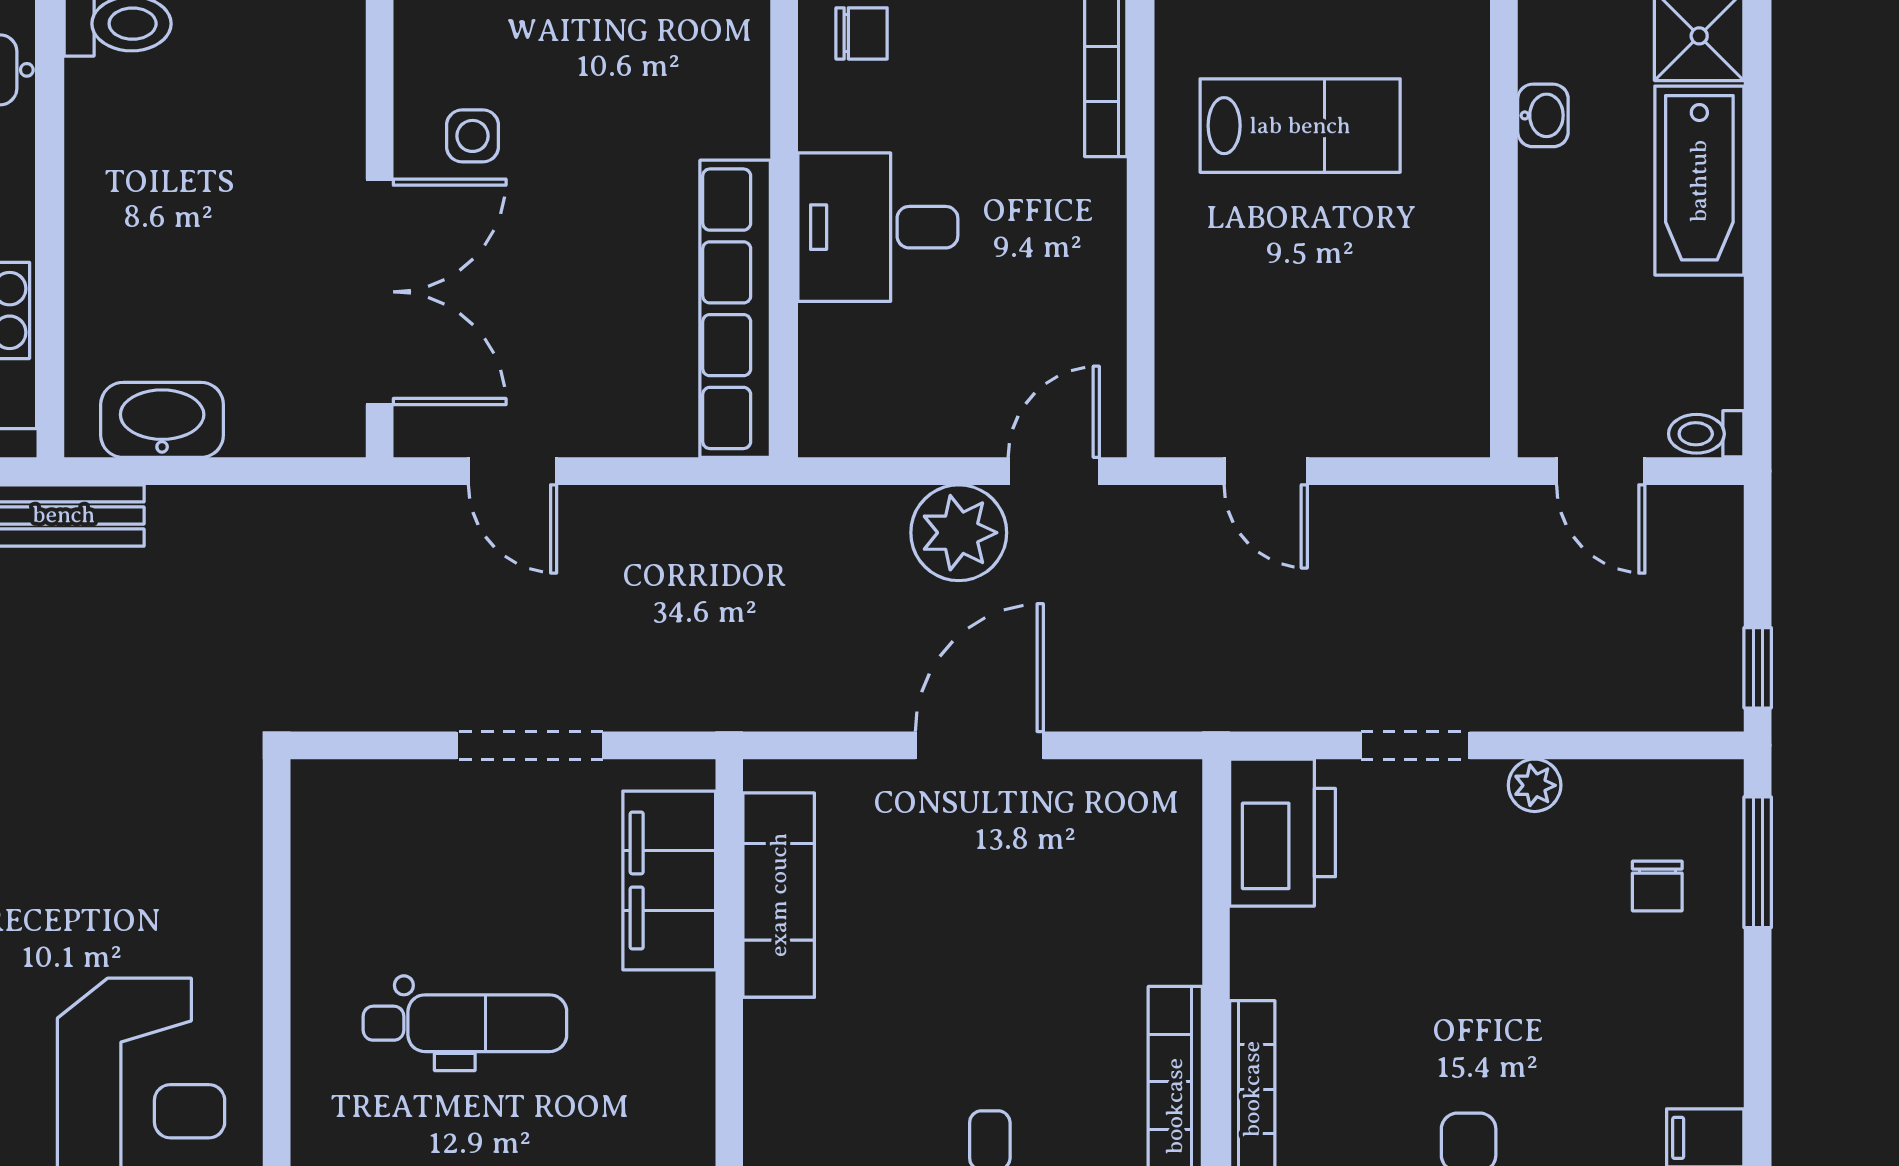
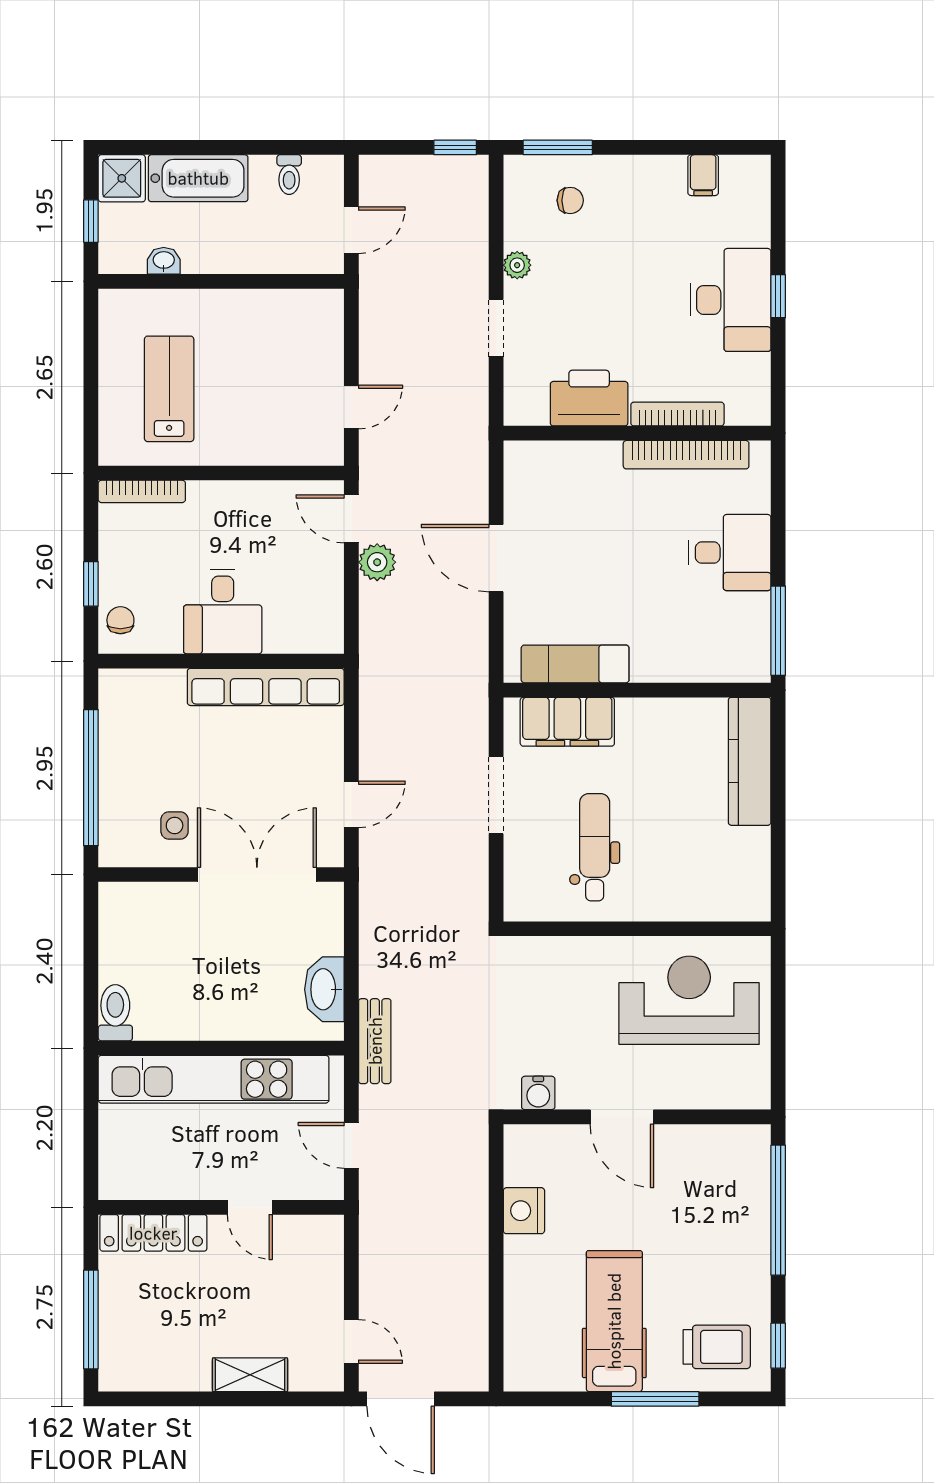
toilet: (1706, 434) -> (289, 175), moved
plant: (959, 533) -> (377, 562), width x0.73, depth x0.73
printer: (1283, 833) -> (589, 398), moved
dental chair: (465, 1023) -> (595, 847), moved

